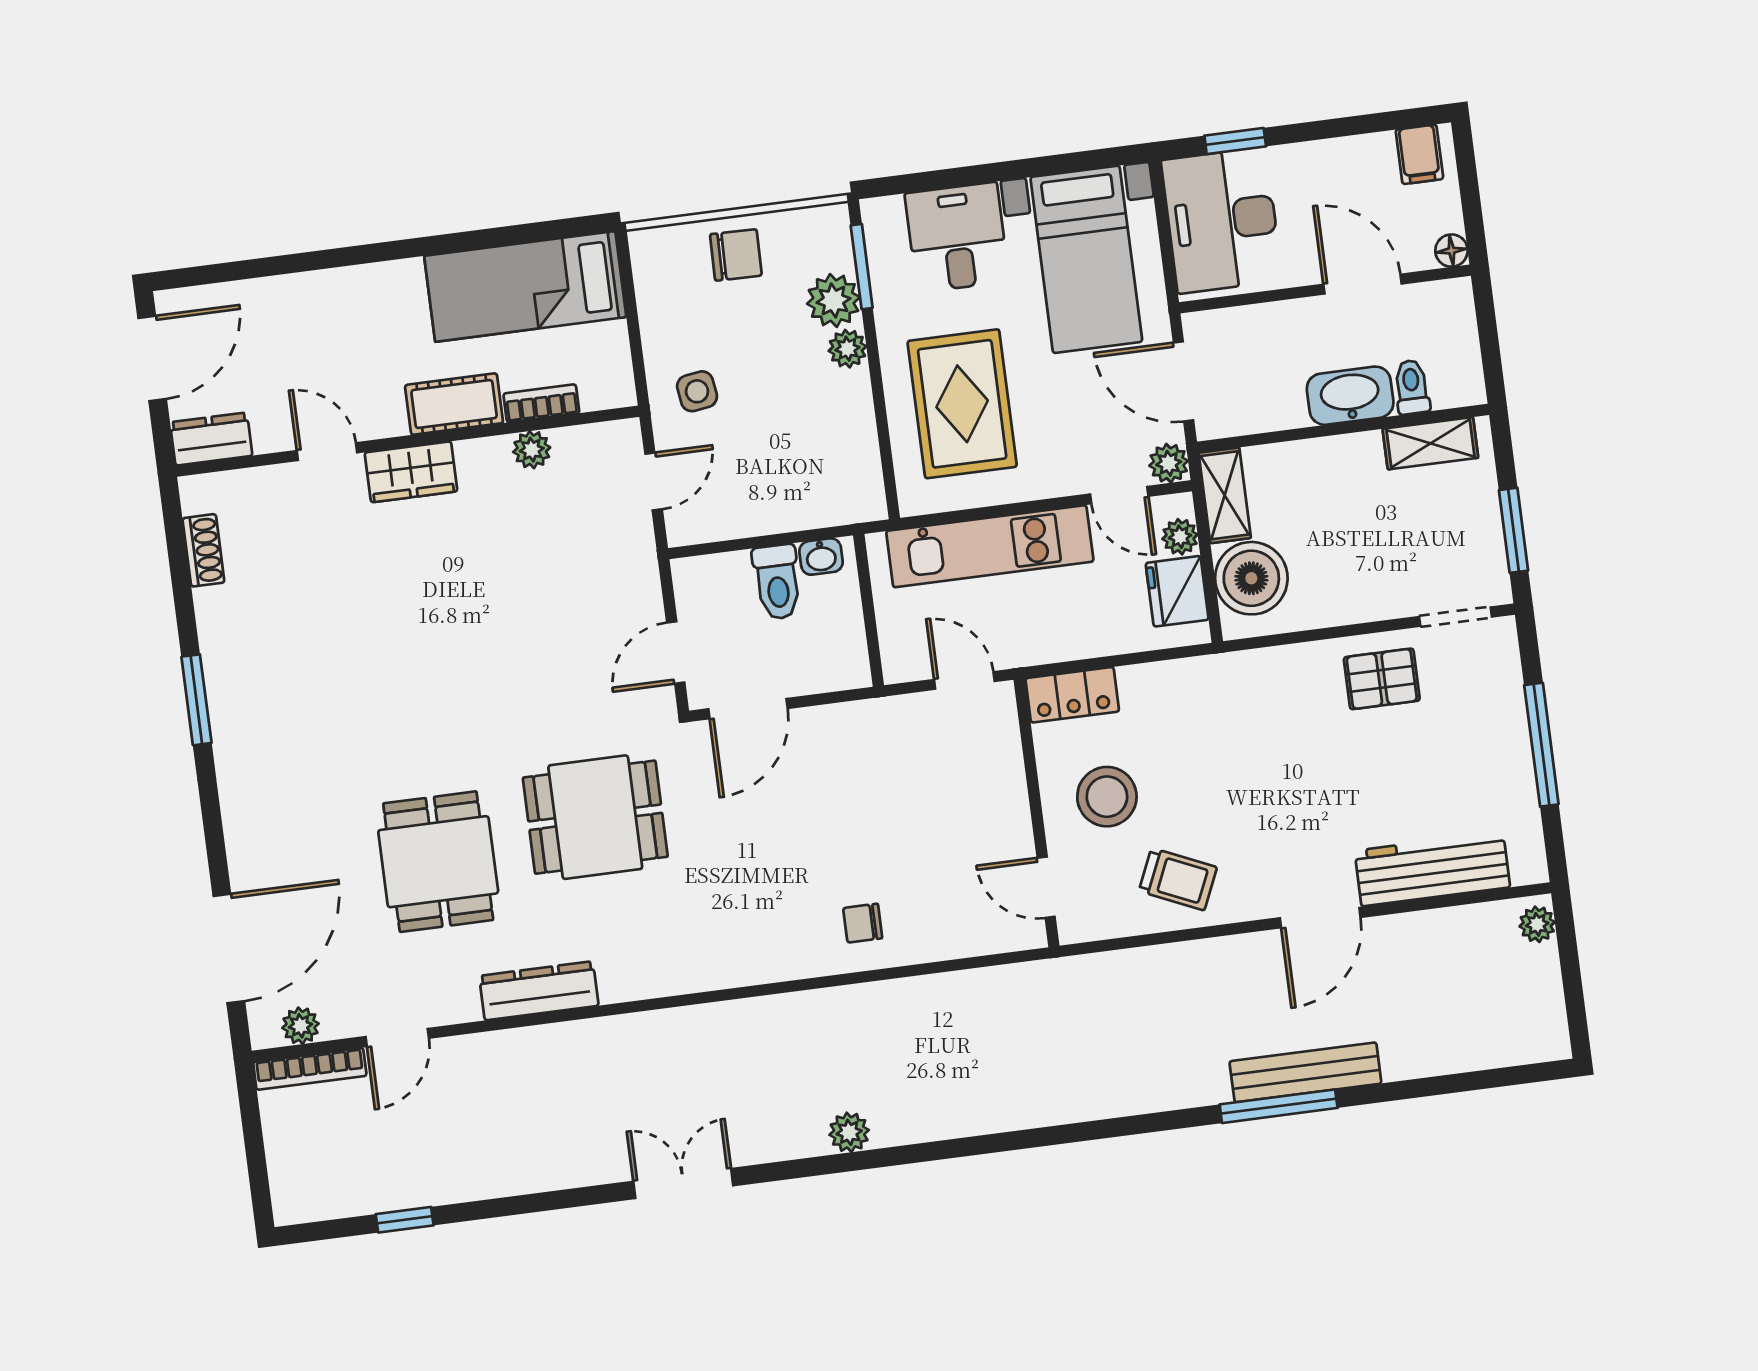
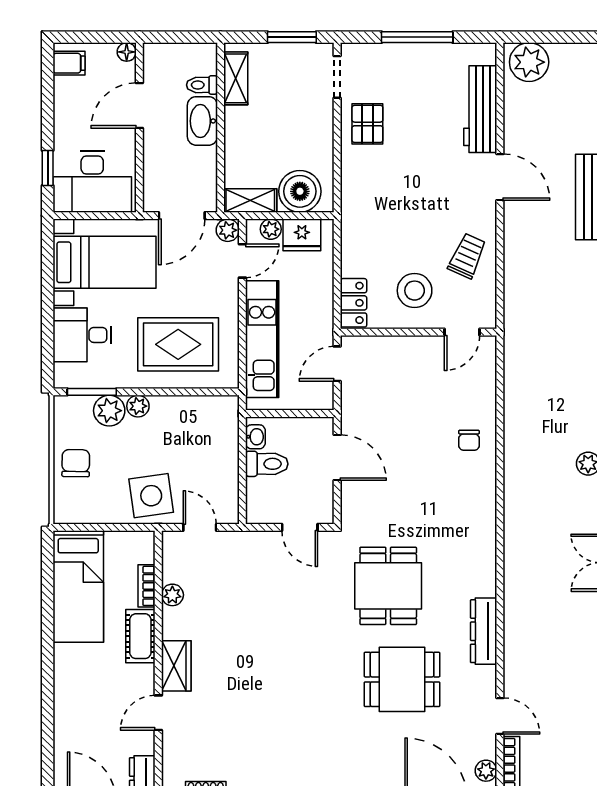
side table: (697, 391) -> (151, 496), width x1.87, depth x1.87
door: (748, 709) -> (337, 458), moved
plant: (1537, 924) -> (529, 62), width x1.88, depth x1.88

